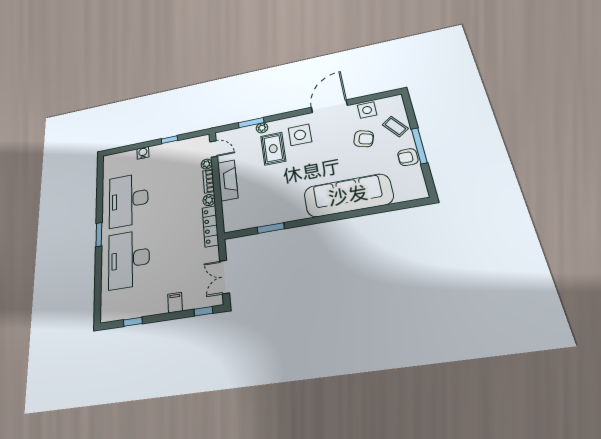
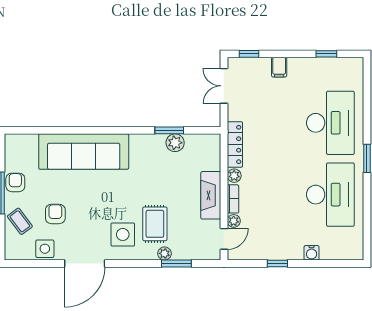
armchair: (364, 139) -> (55, 214), turned 73
door: (214, 149) -> (224, 239), swing flipped
armchair: (408, 157) -> (15, 182), turned -90
plant: (264, 218) -> (175, 143), added
double door: (224, 277) -> (224, 86), swing flipped

